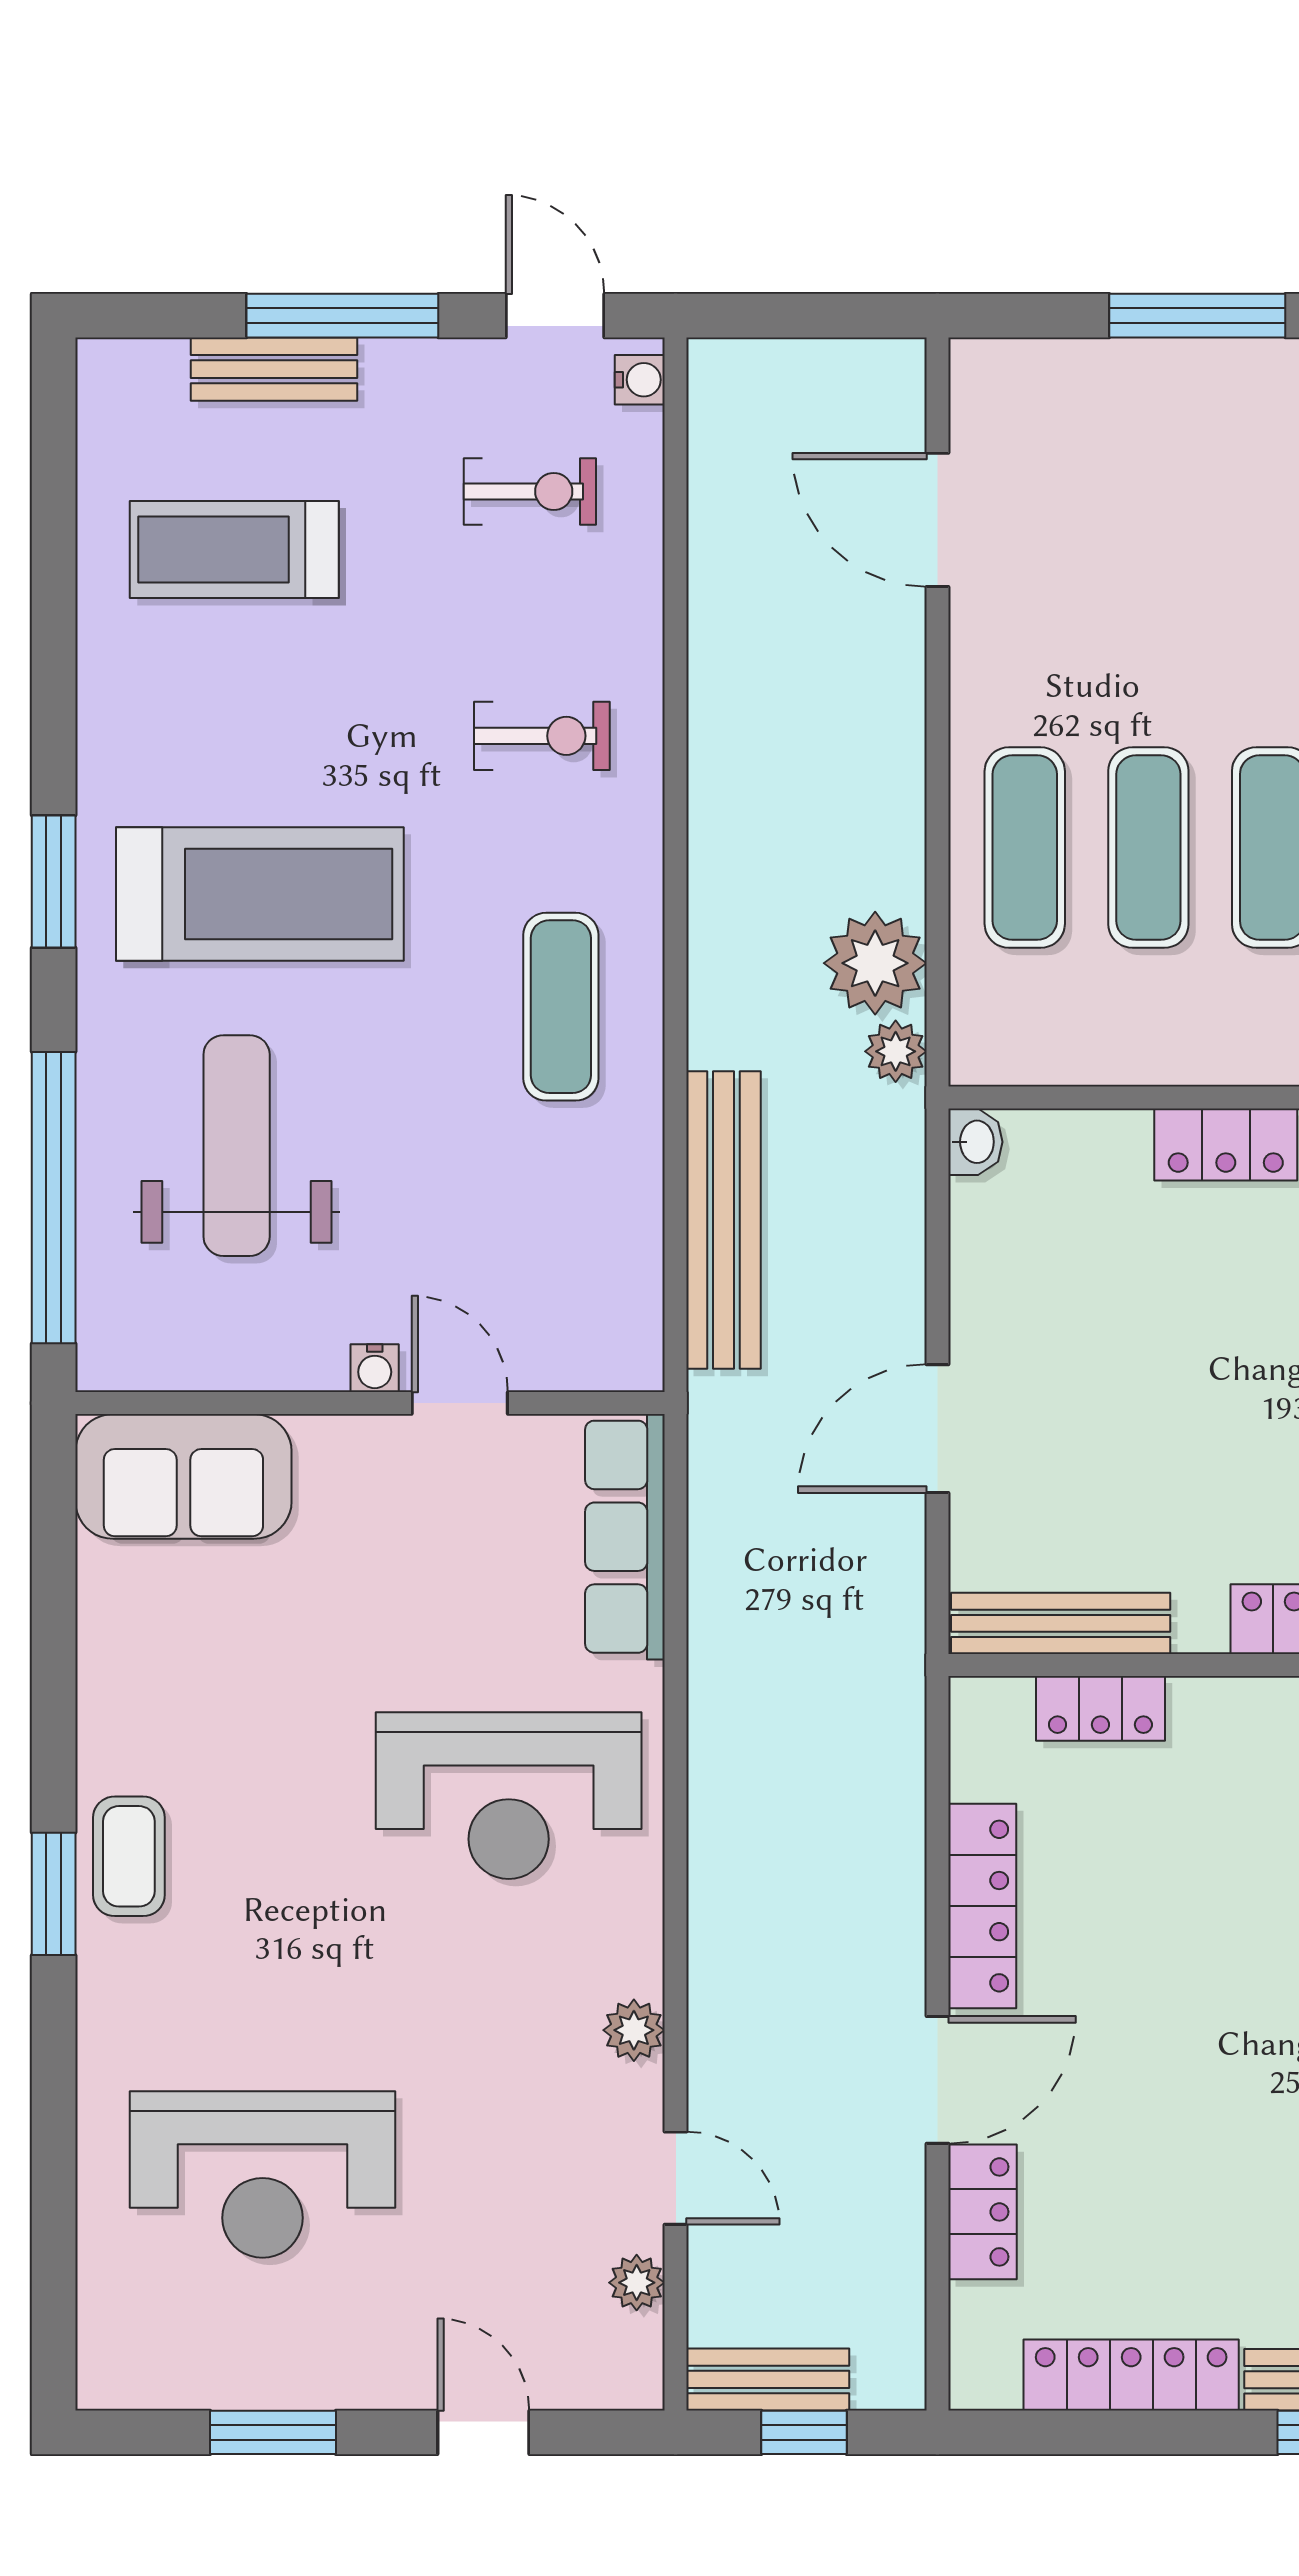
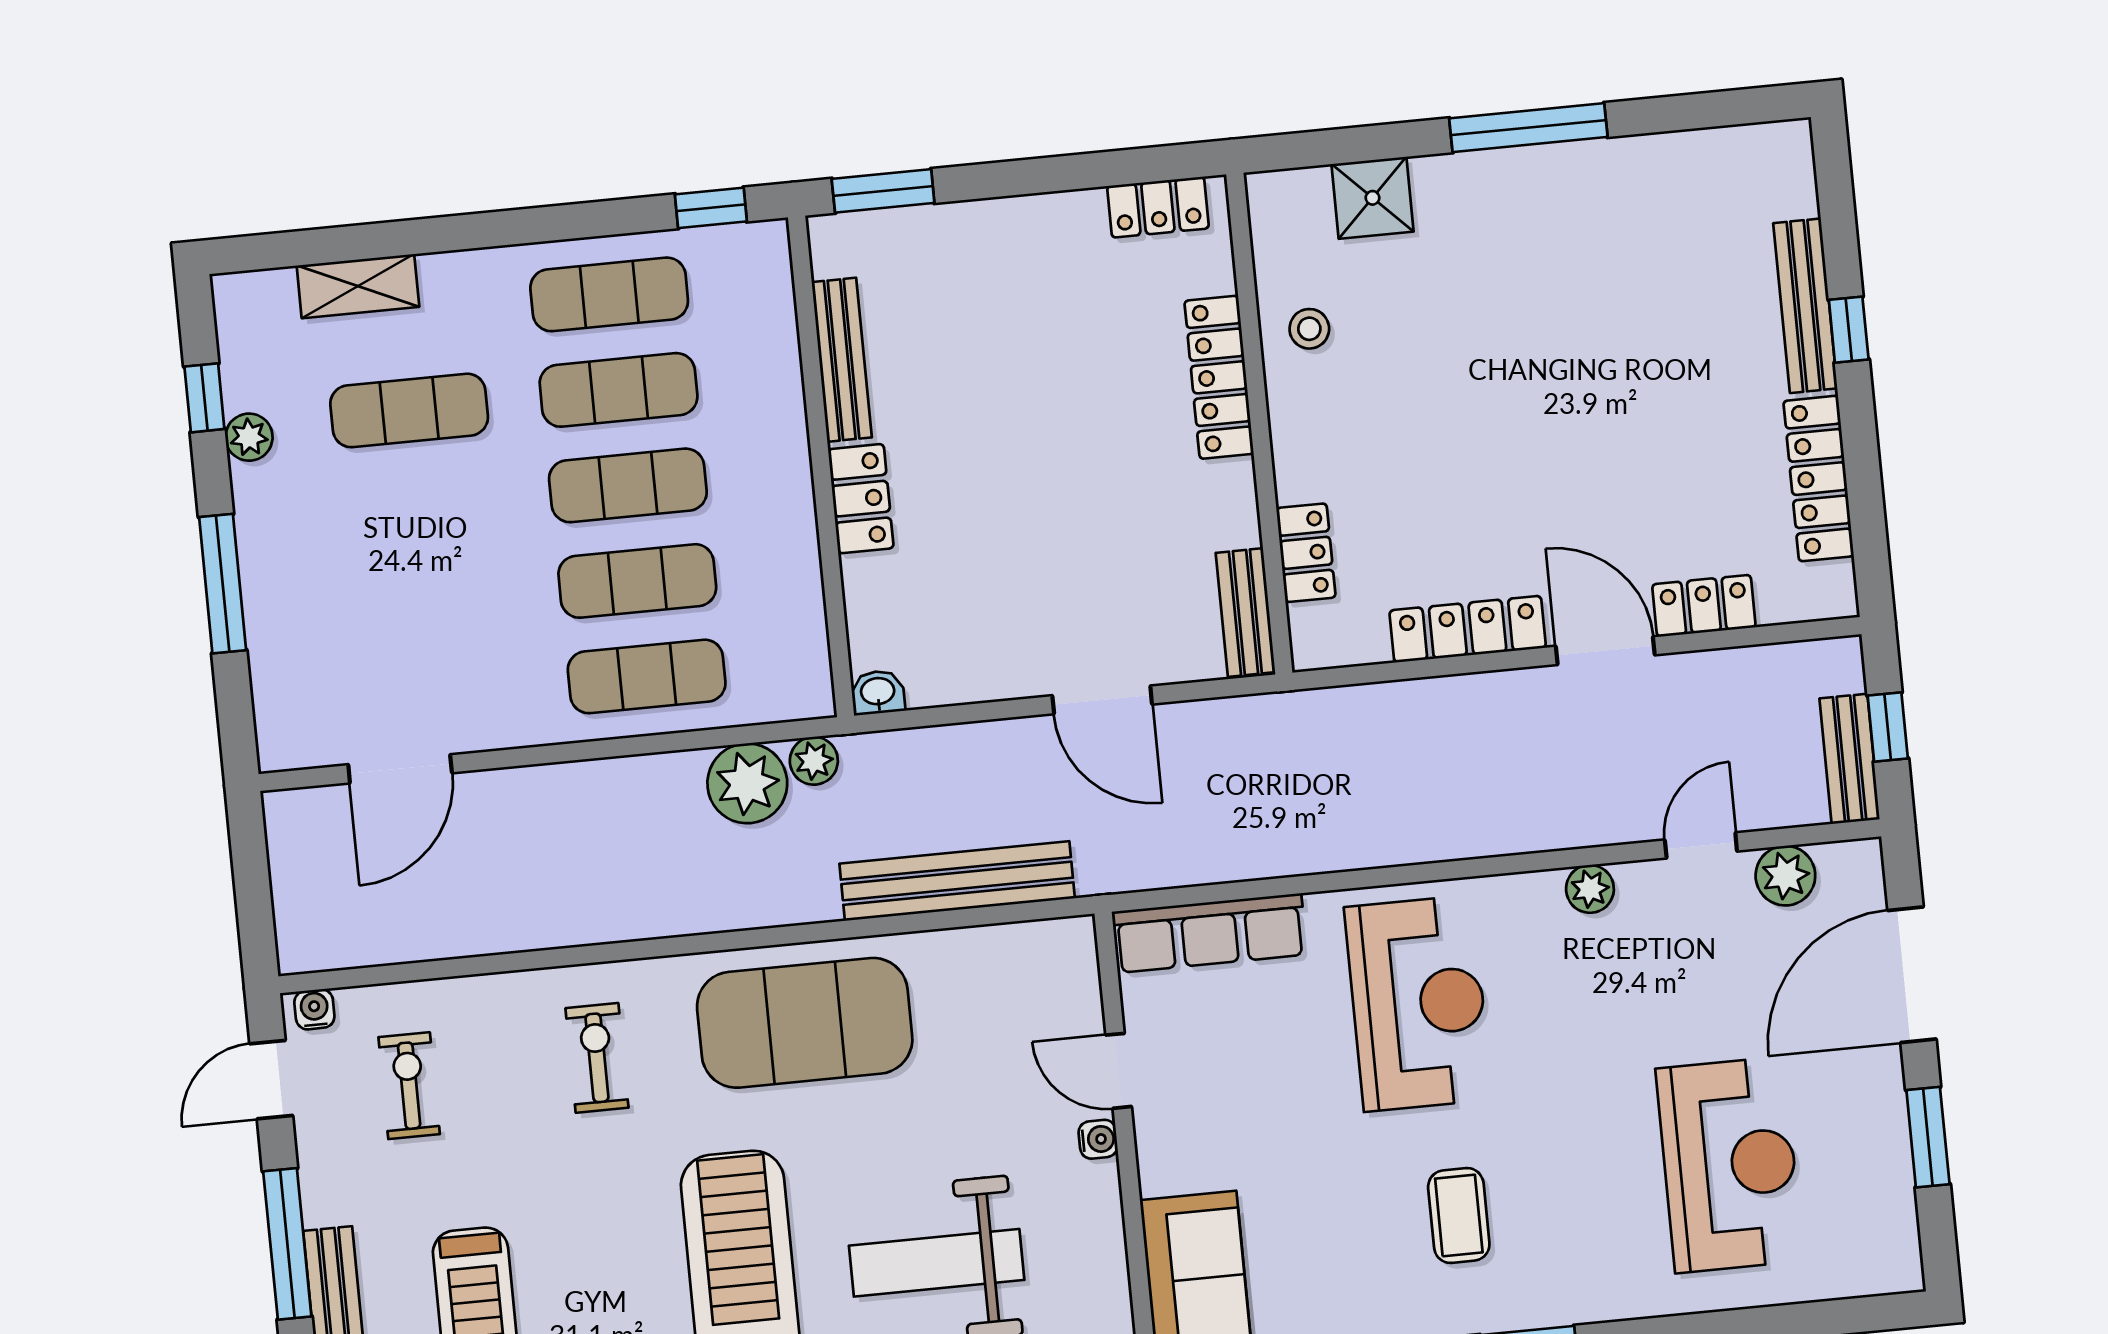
exercise mat: (561, 1007) -> (805, 1023), width x2.00, depth x1.45
door: (460, 1403) -> (1119, 1071), hinge flipped
bench: (1061, 1623) -> (1245, 613), width x0.73
coffee table: (129, 1856) -> (1459, 1216), moved, turned 90
plant: (637, 2283) -> (1785, 876), width x1.38, depth x1.38
door: (483, 2432) -> (1912, 975), width x1.88

